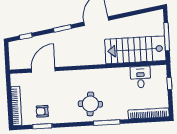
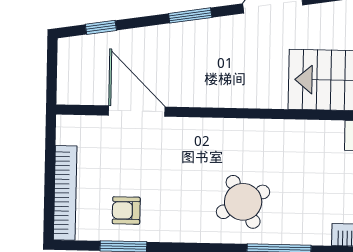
door: (43, 70) -> (137, 111), hinge flipped
round table: (90, 104) -> (243, 202), turned -33

